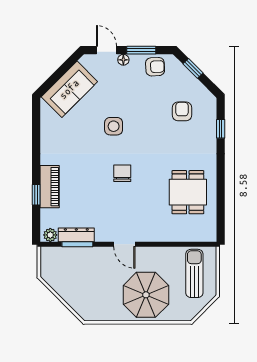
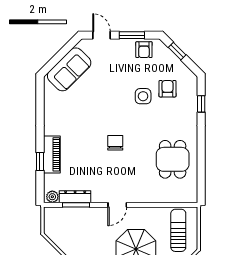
floor lamp: (123, 60) -> (116, 44), removed
armchair: (155, 67) -> (144, 50), turned 93
side table: (114, 126) -> (143, 96), moved
door: (124, 244) -> (117, 205), hinge flipped

